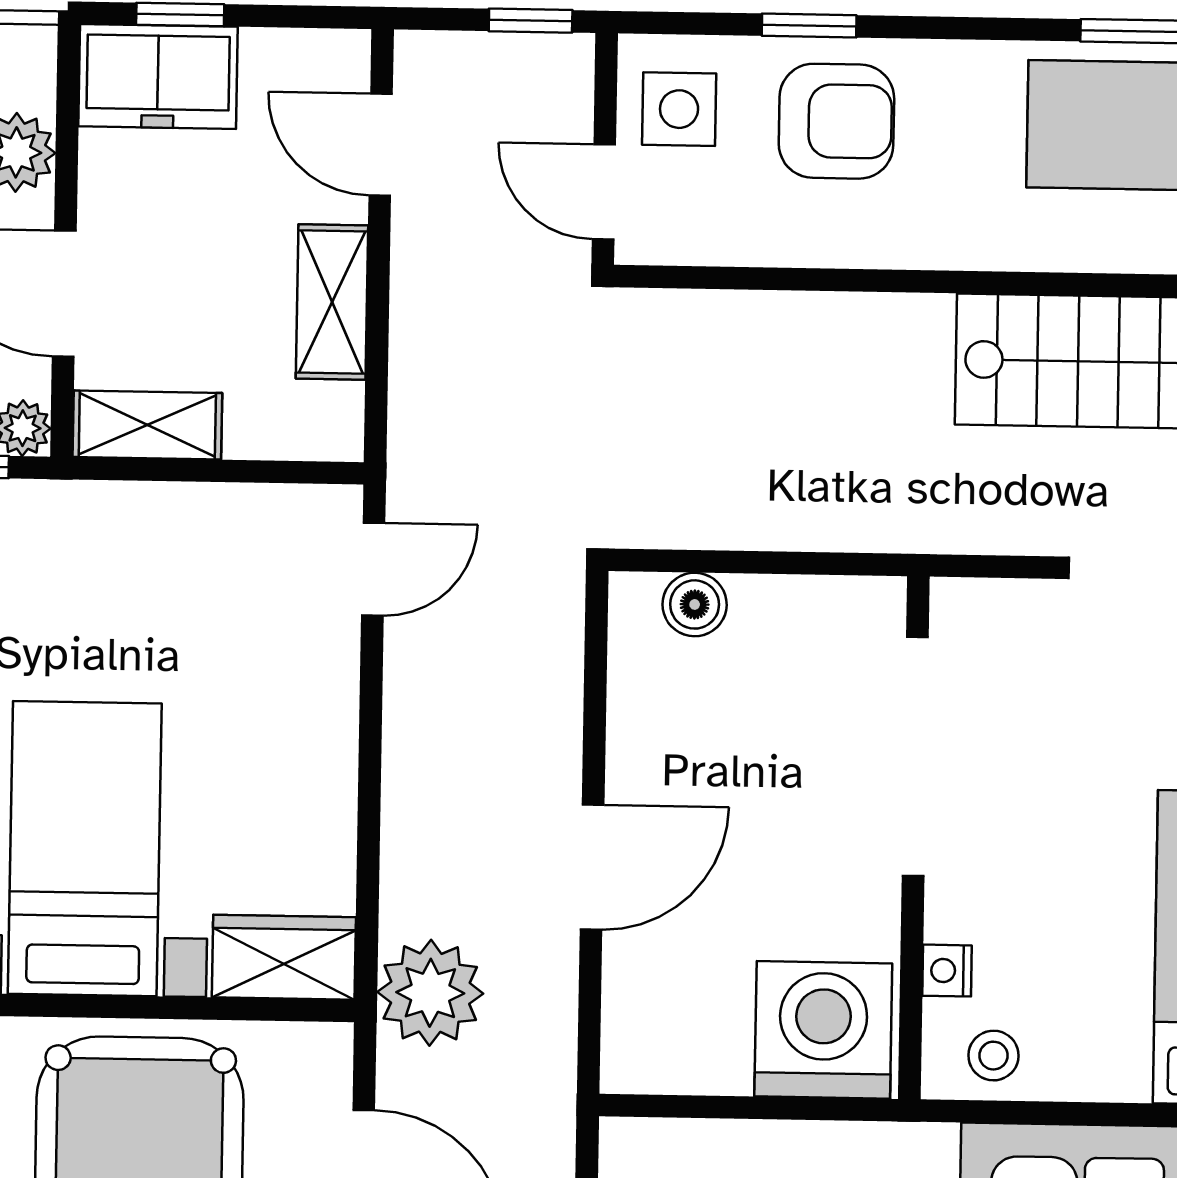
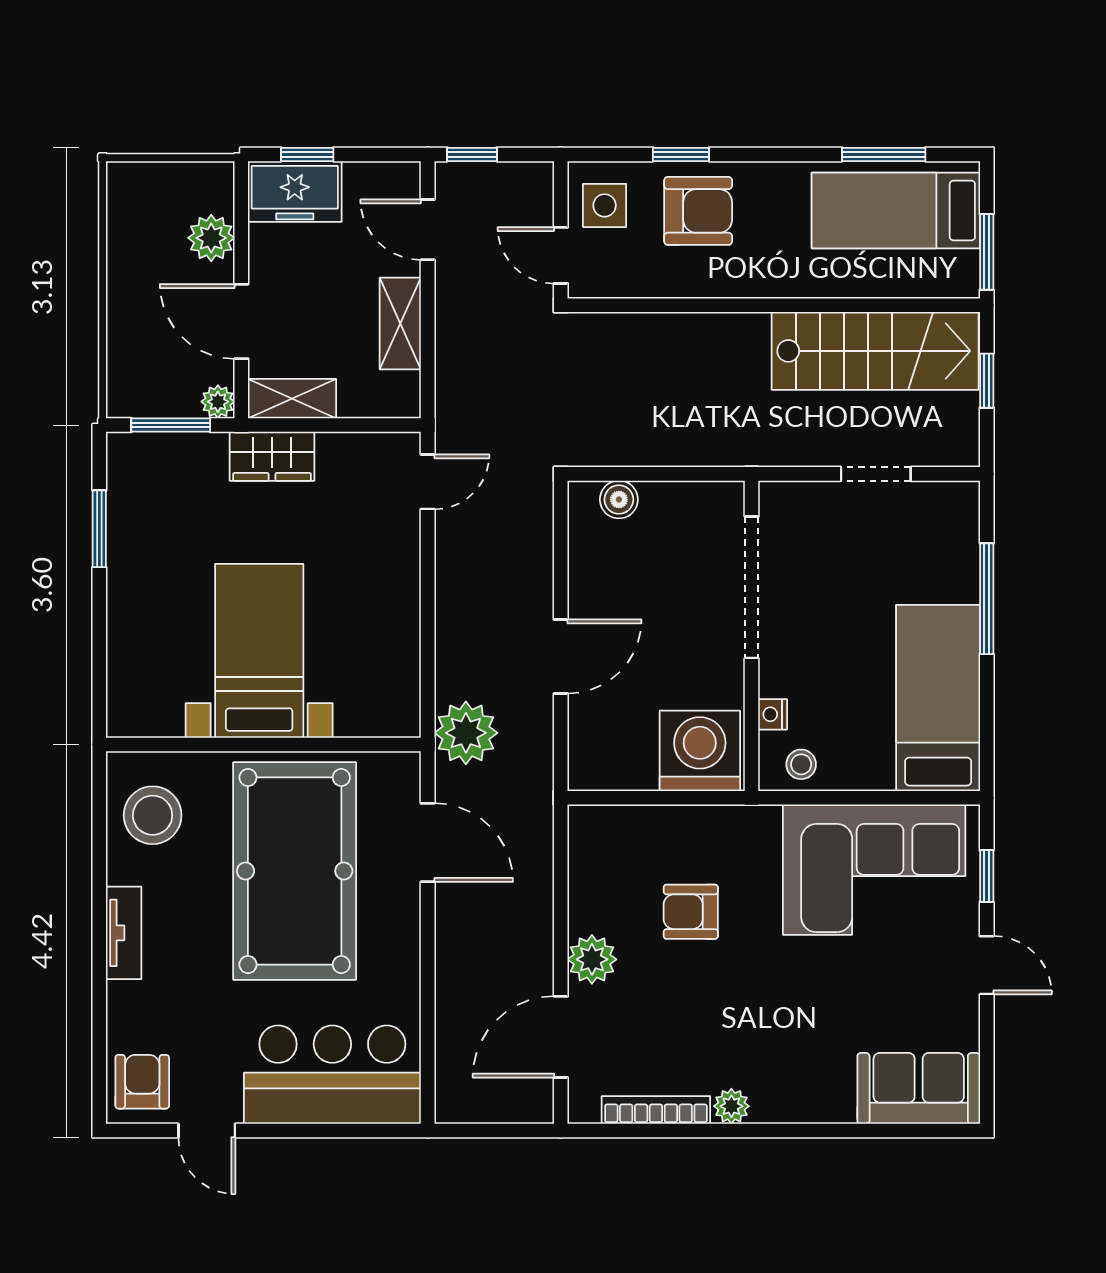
window: (531, 21) -> (472, 154), moved
wardrobe: (284, 957) -> (272, 456), moved, turned 180

